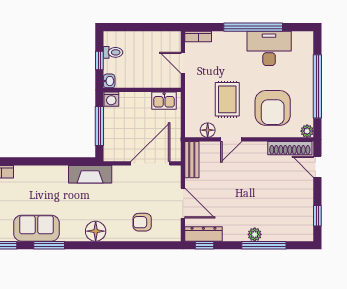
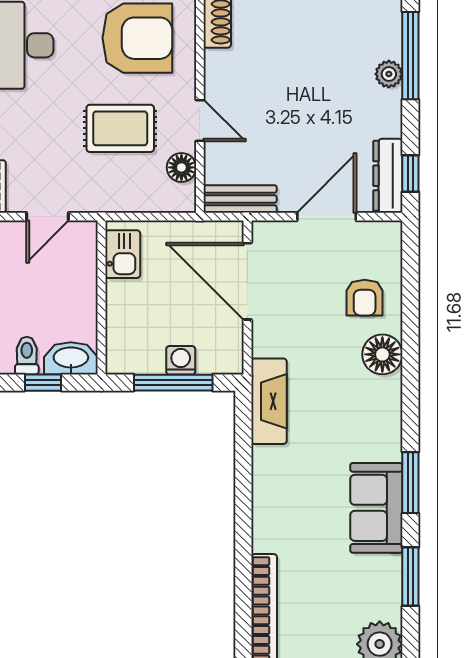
washbasin: (109, 81) -> (71, 358), width x1.91, depth x1.45
washing machine: (111, 99) -> (181, 360), moved, turned -90
floor lamp: (96, 231) -> (382, 354), moved

